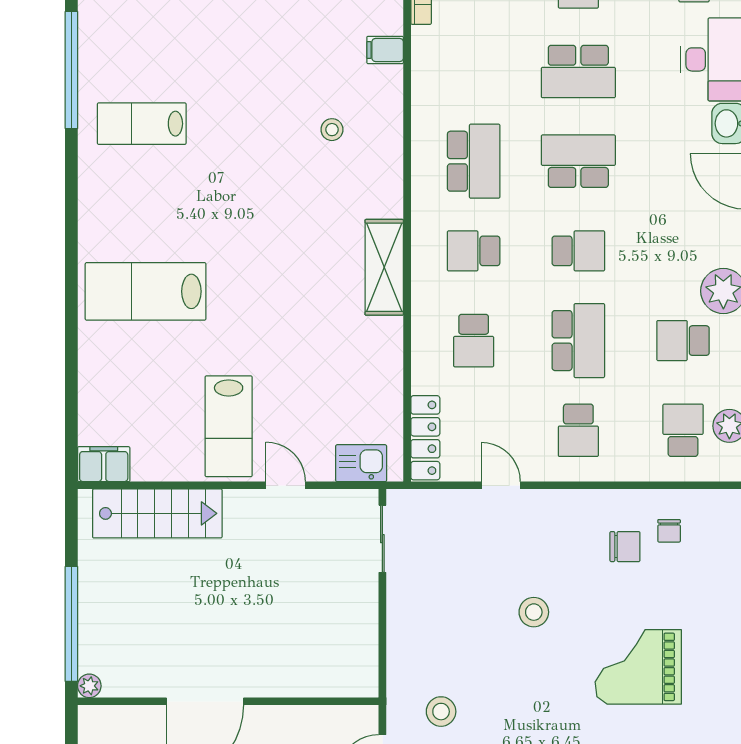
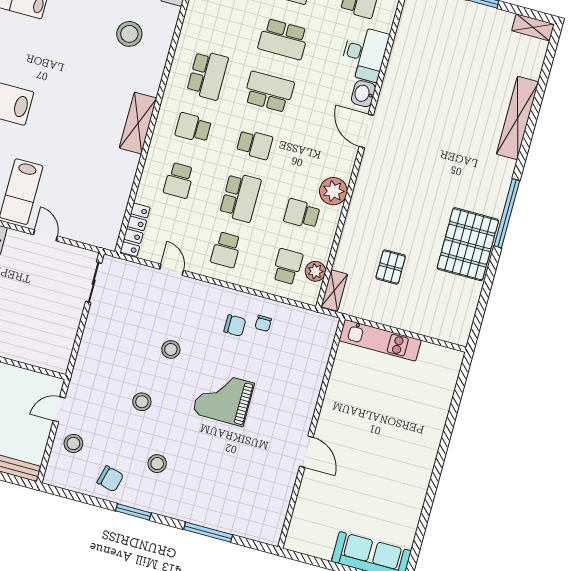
stool: (332, 130) -> (129, 34), width x1.89, depth x1.89
kitchen sink: (361, 463) -> (93, 234), removed
stool: (441, 712) -> (142, 402), moved

